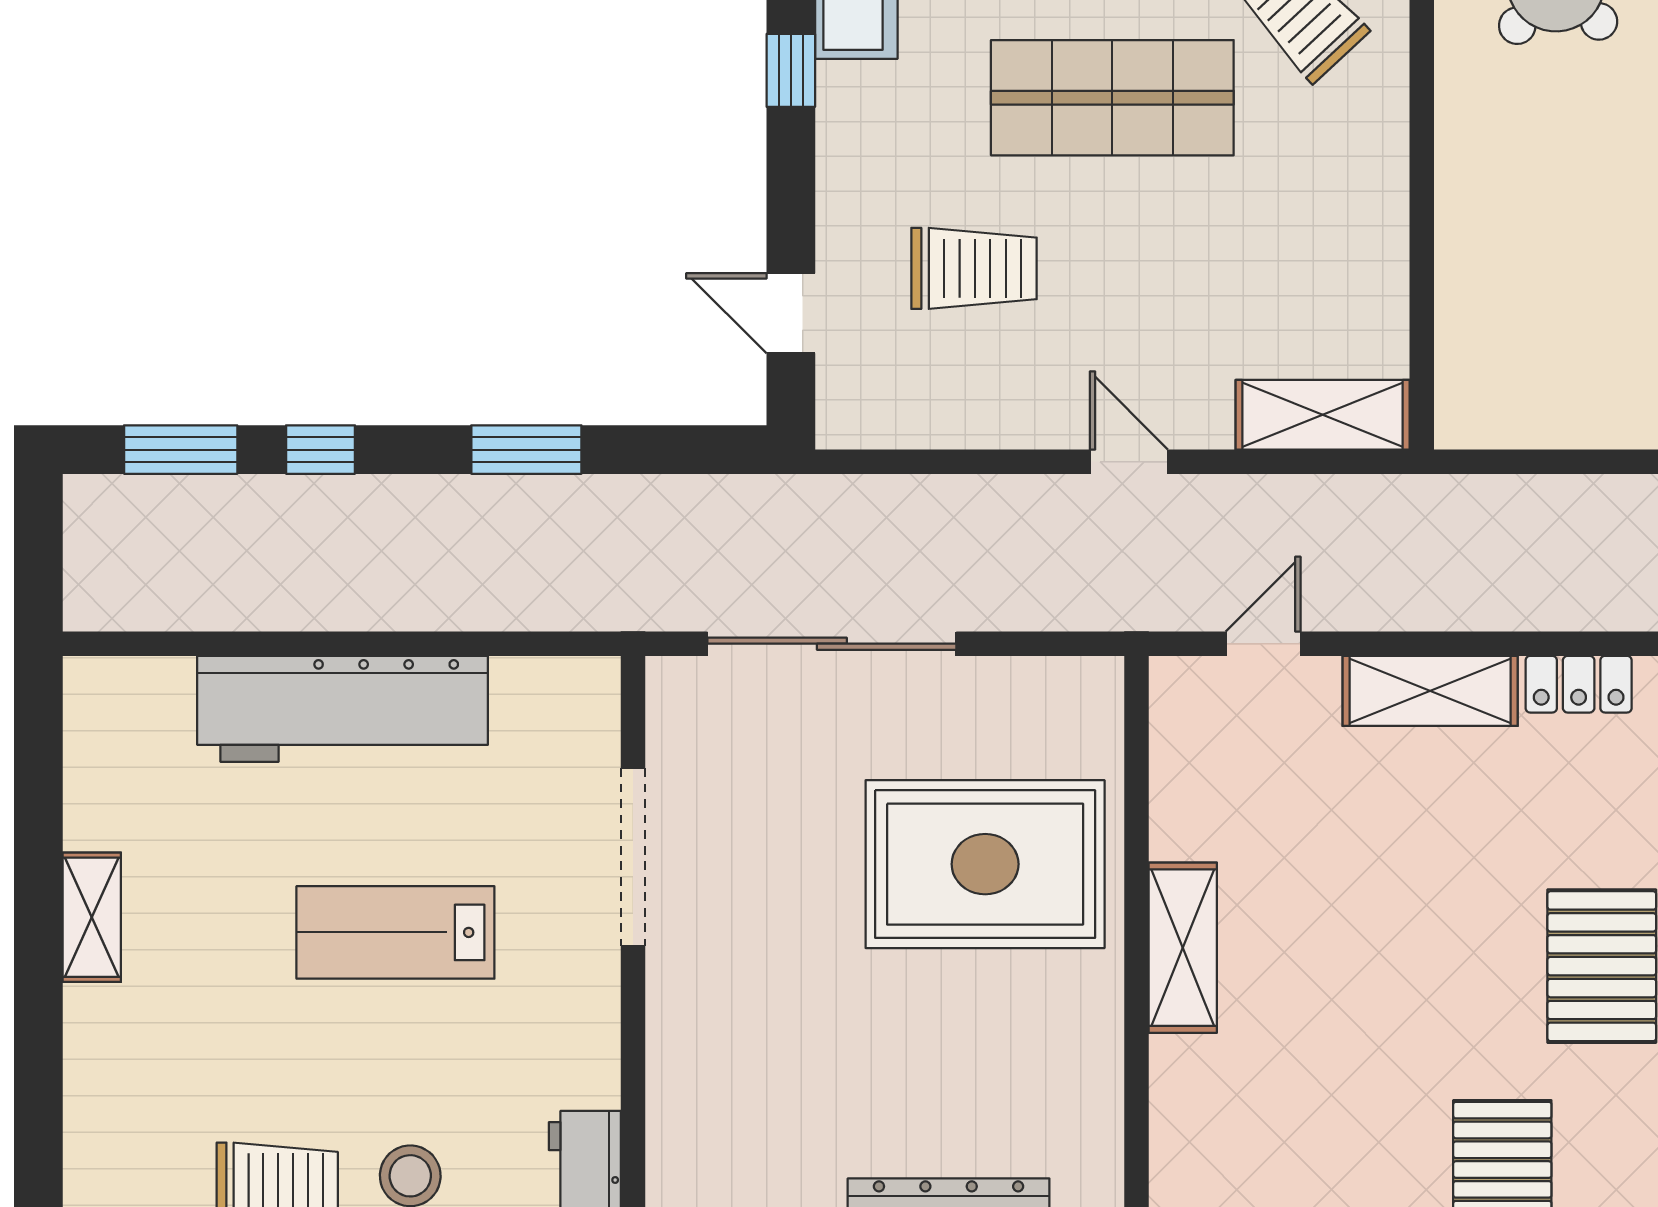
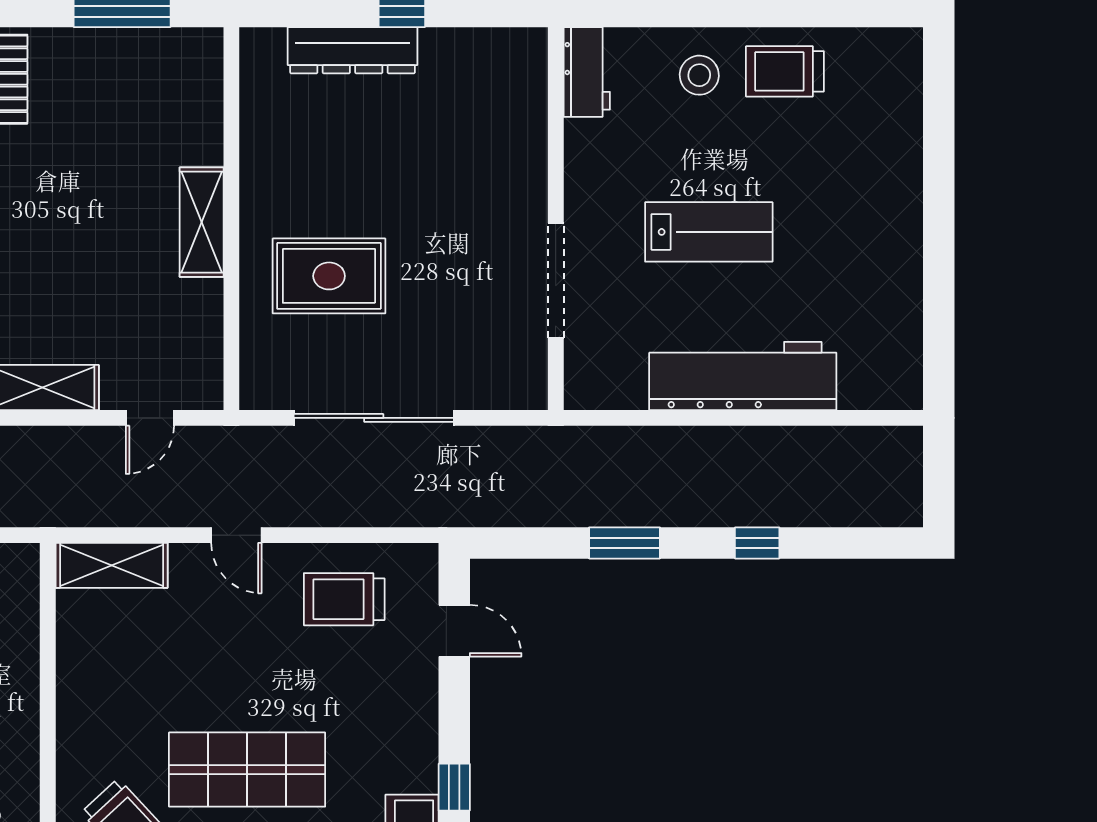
trolley: (974, 268) -> (344, 599), moved
window: (181, 450) -> (847, 543), removed
sliding door: (832, 644) -> (374, 418), moved
rug: (985, 864) -> (329, 276), width x0.73, depth x0.69
shelving: (92, 917) -> (904, 242), removed

